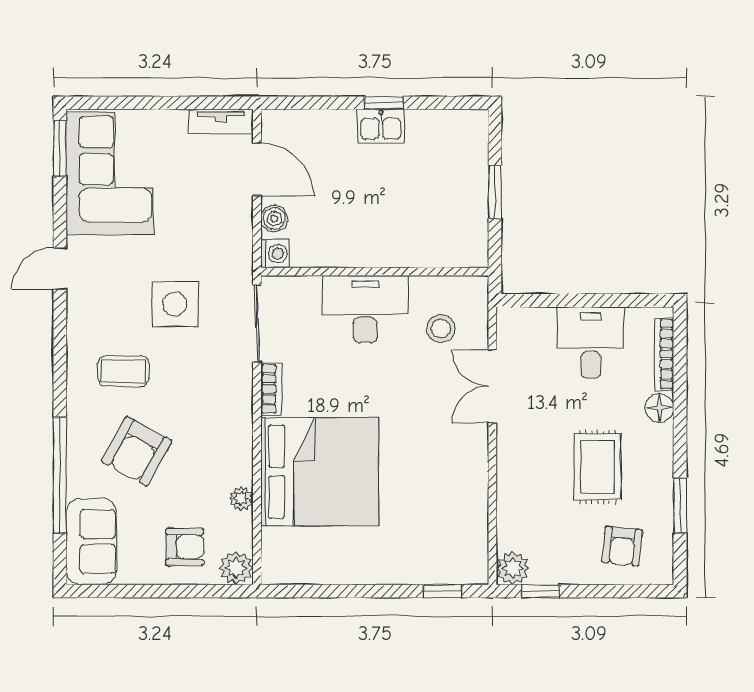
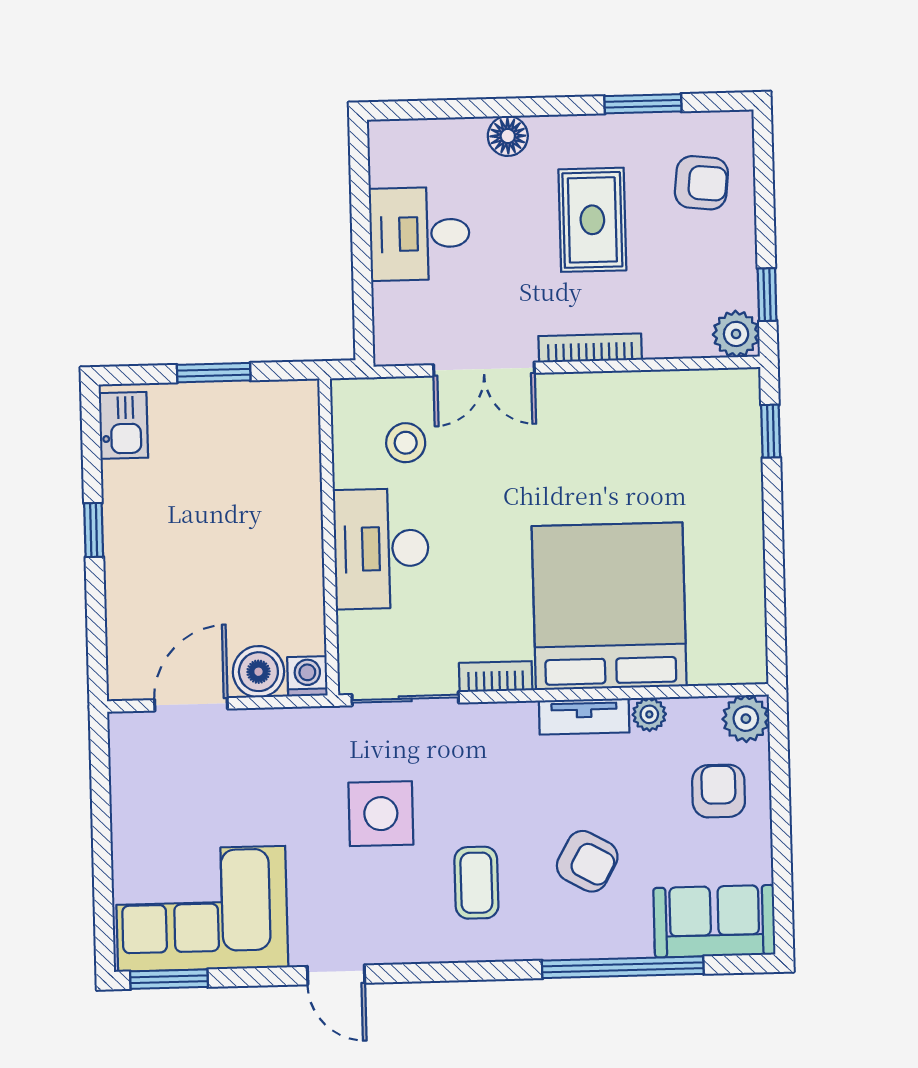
tv unit: (221, 121) -> (584, 716), moved, turned 90
kitchen sink: (381, 126) -> (123, 425), moved
boiler: (274, 219) -> (258, 672), width x1.36, depth x1.36
bookcase: (664, 354) -> (590, 348), moved, turned 180
armchair: (137, 451) -> (587, 861), width x0.72, depth x0.72
rug: (598, 467) -> (592, 220), turned 90

